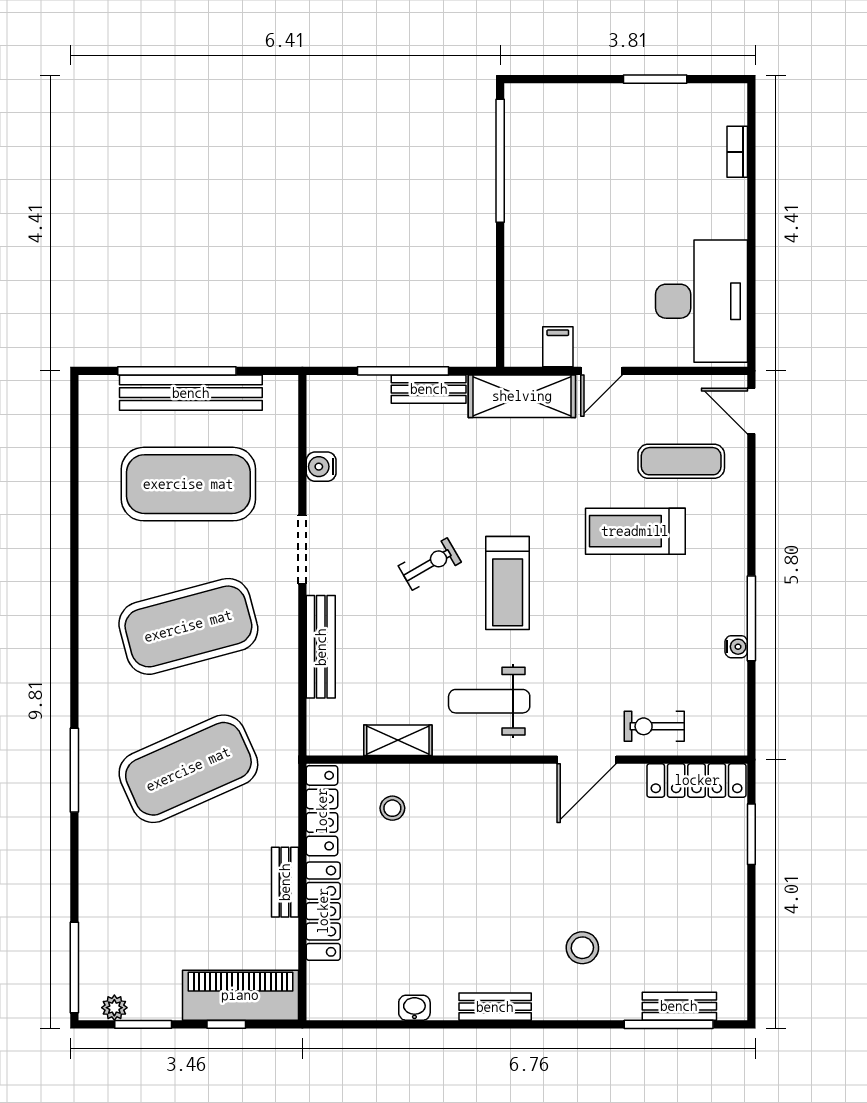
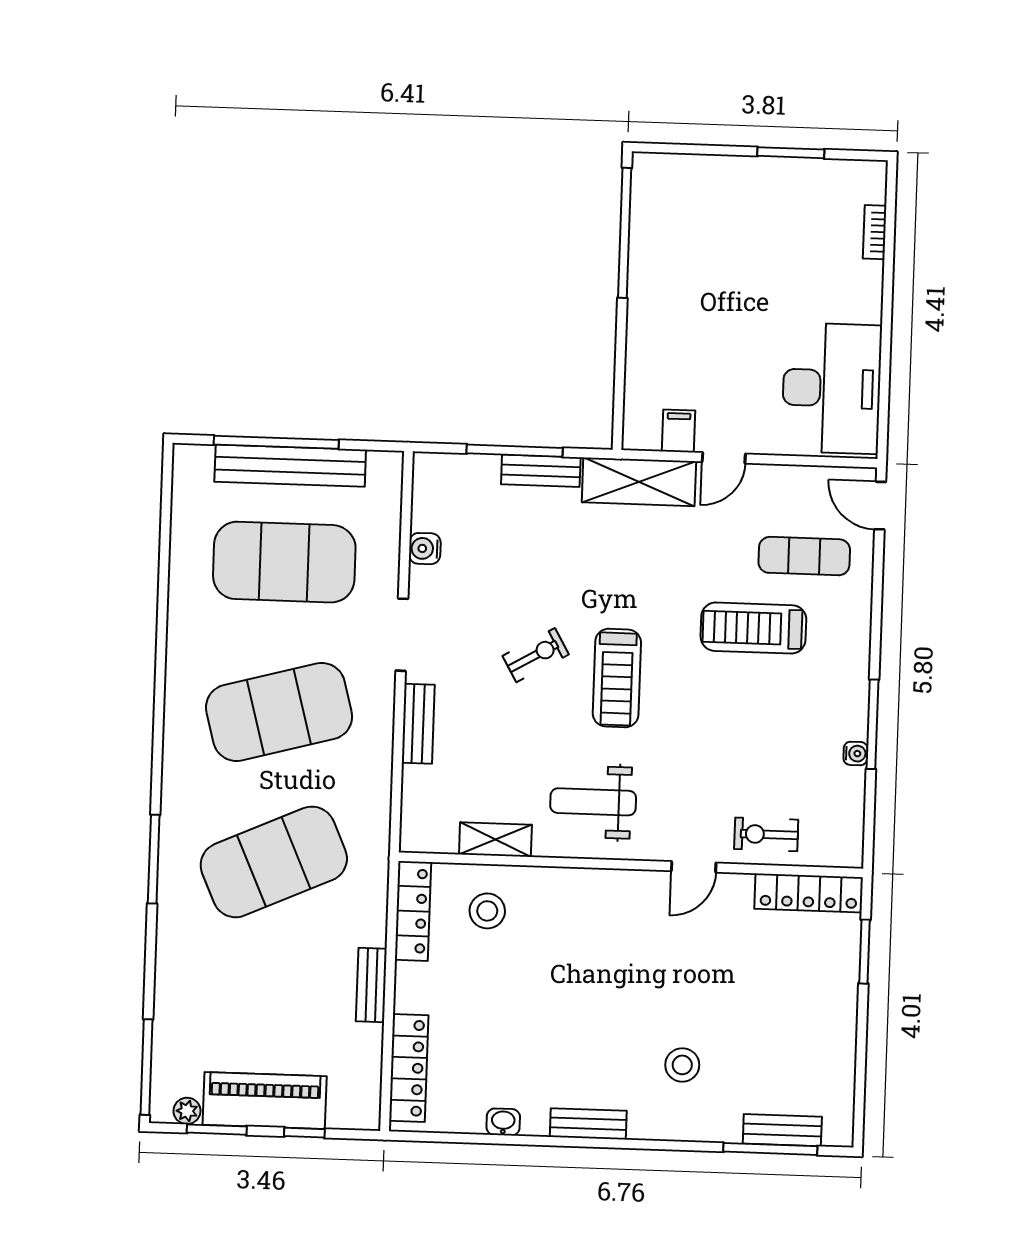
bench: (321, 647) -> (418, 724), width x0.73
door: (587, 760) -> (694, 867), width x0.73
stool: (392, 808) -> (487, 911), width x1.37, depth x1.37
locker: (323, 911) -> (409, 1068), moved
piano: (240, 995) -> (265, 1100), moved

